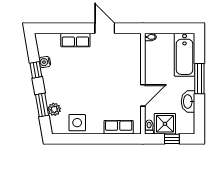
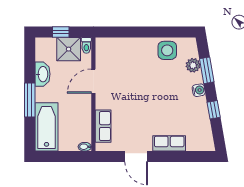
water cooler: (45, 62) -> (199, 90), moved
row of seats: (119, 127) -> (103, 126), moved, turned -90

